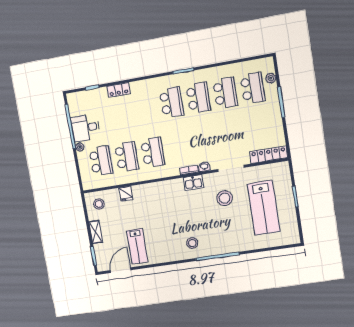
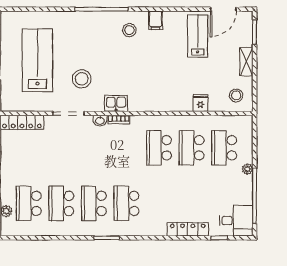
locker: (118, 90) -> (188, 229), width x1.53
desk: (85, 128) -> (236, 221), moved
filing cabinet: (173, 254) -> (155, 20), added

